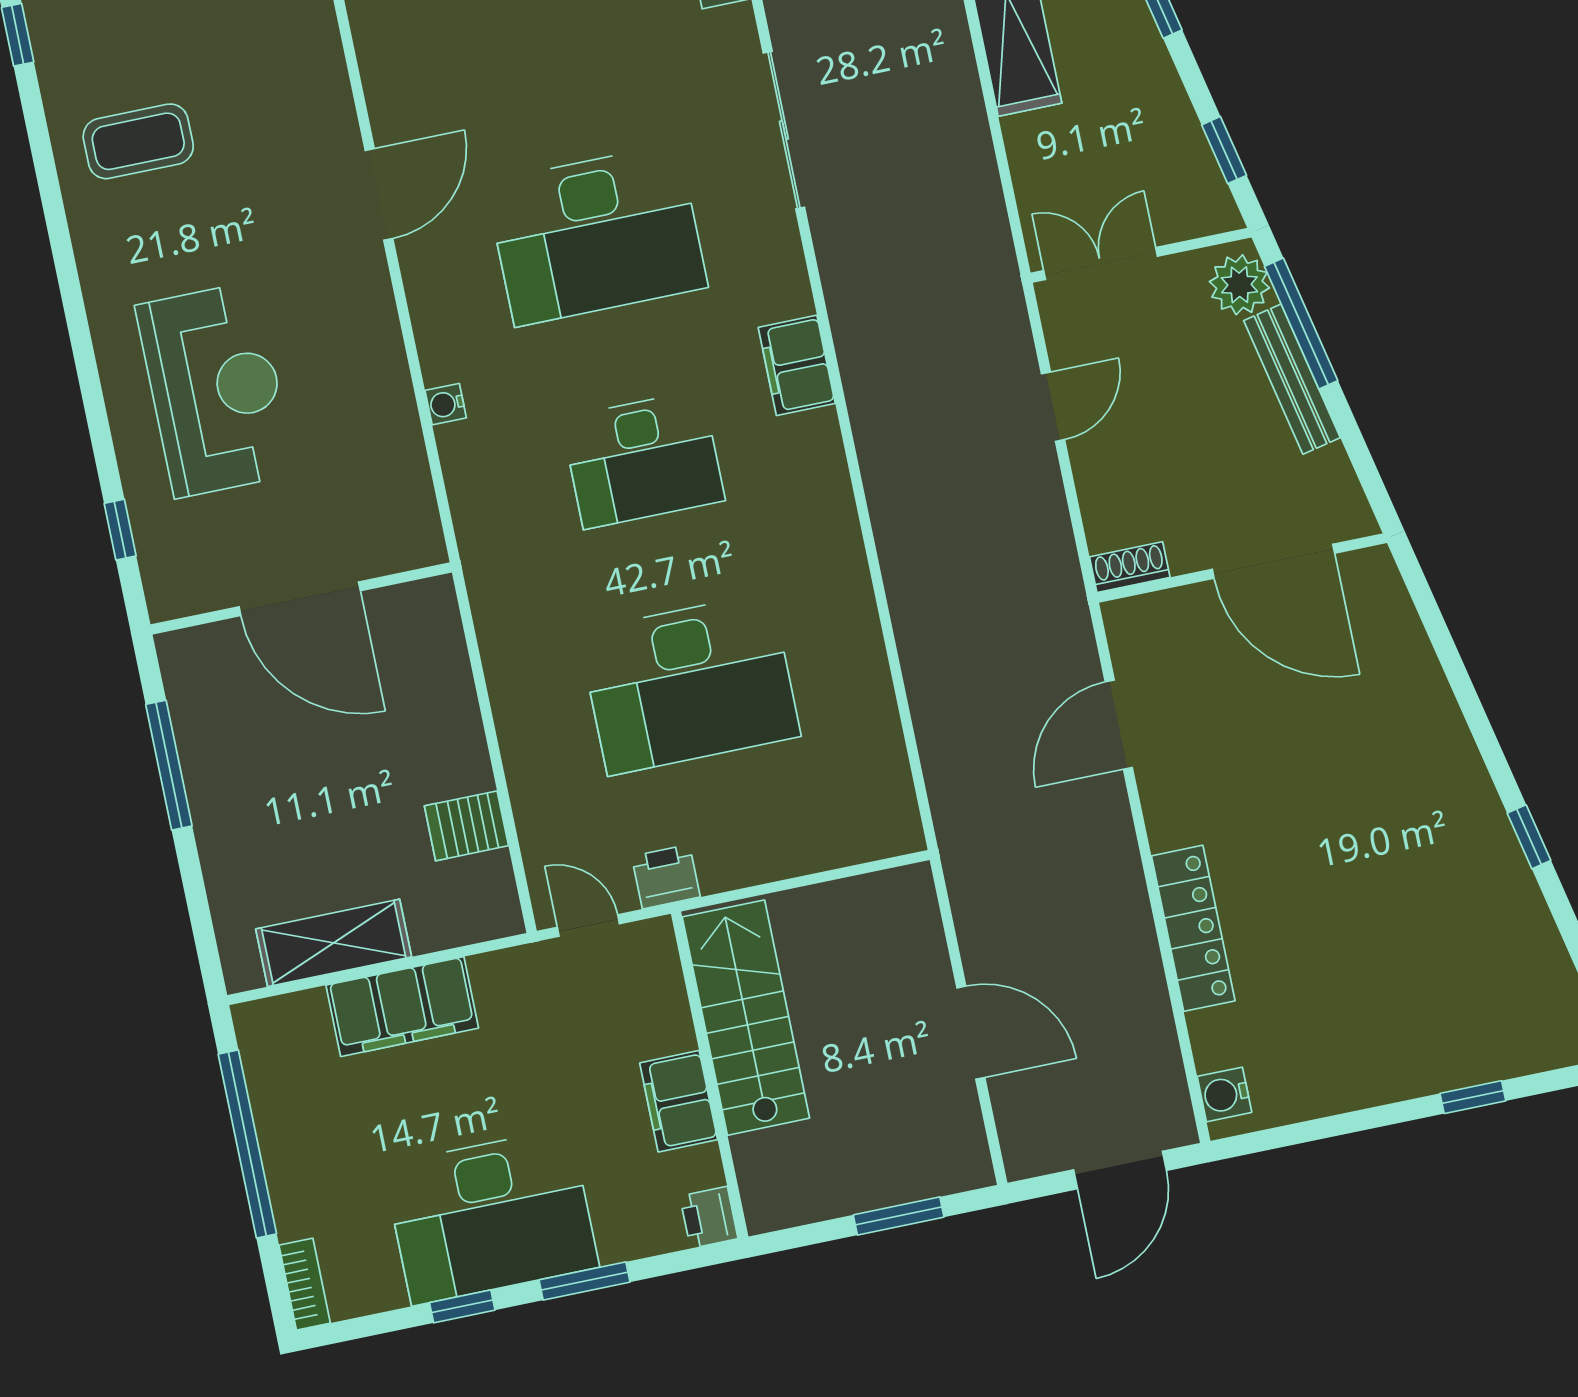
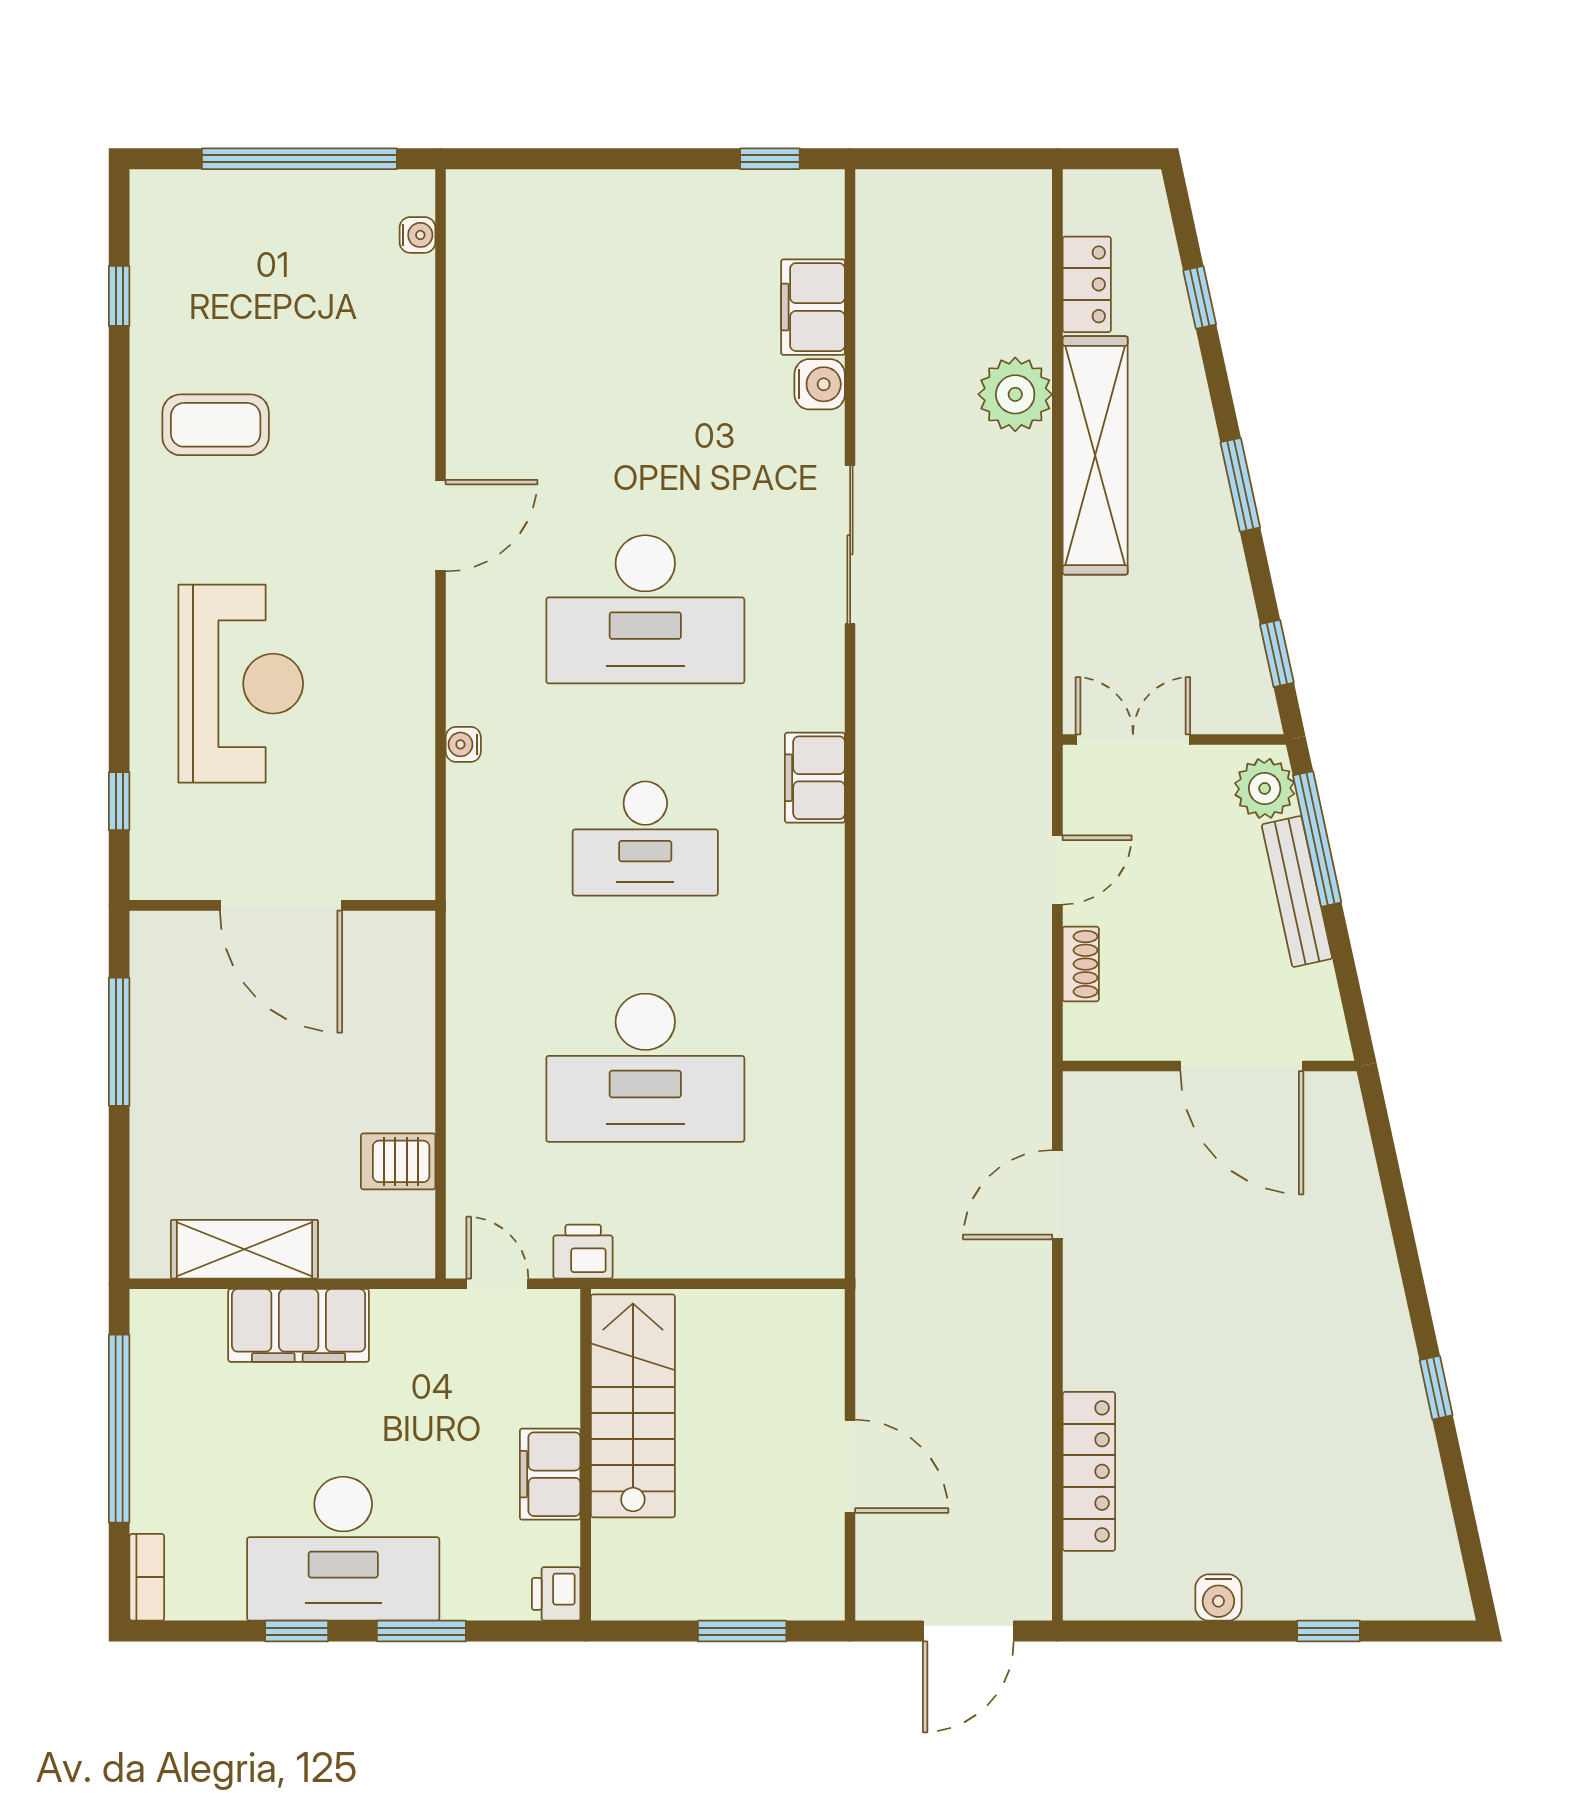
shoe rack: (1130, 567) -> (1081, 964), moved, turned 90
locker: (1193, 928) -> (1089, 1471), moved
water cooler: (1224, 1094) -> (1218, 1597), moved, turned -90

